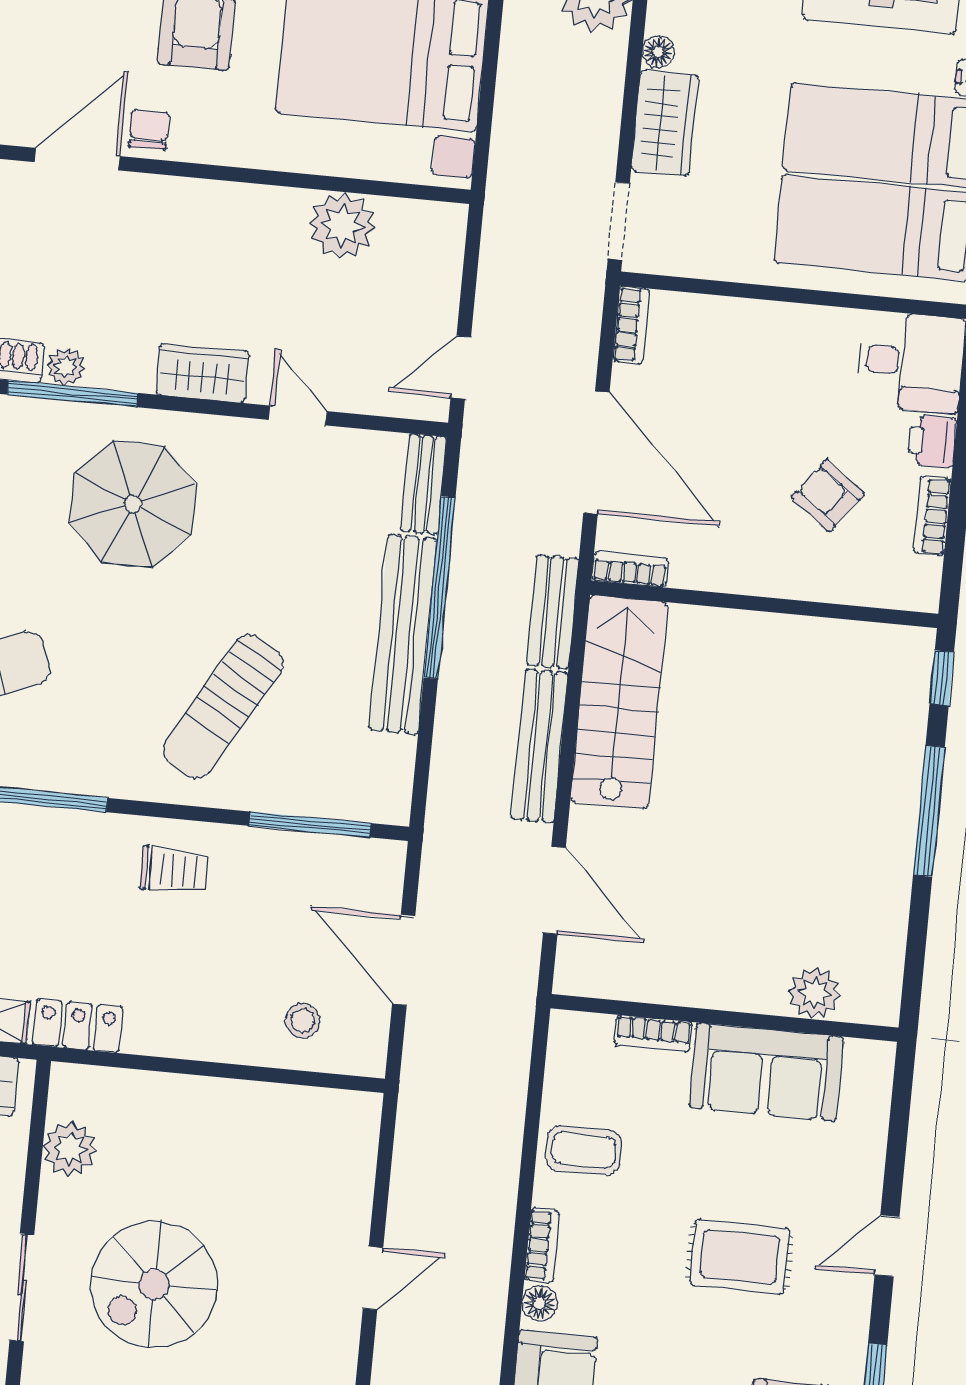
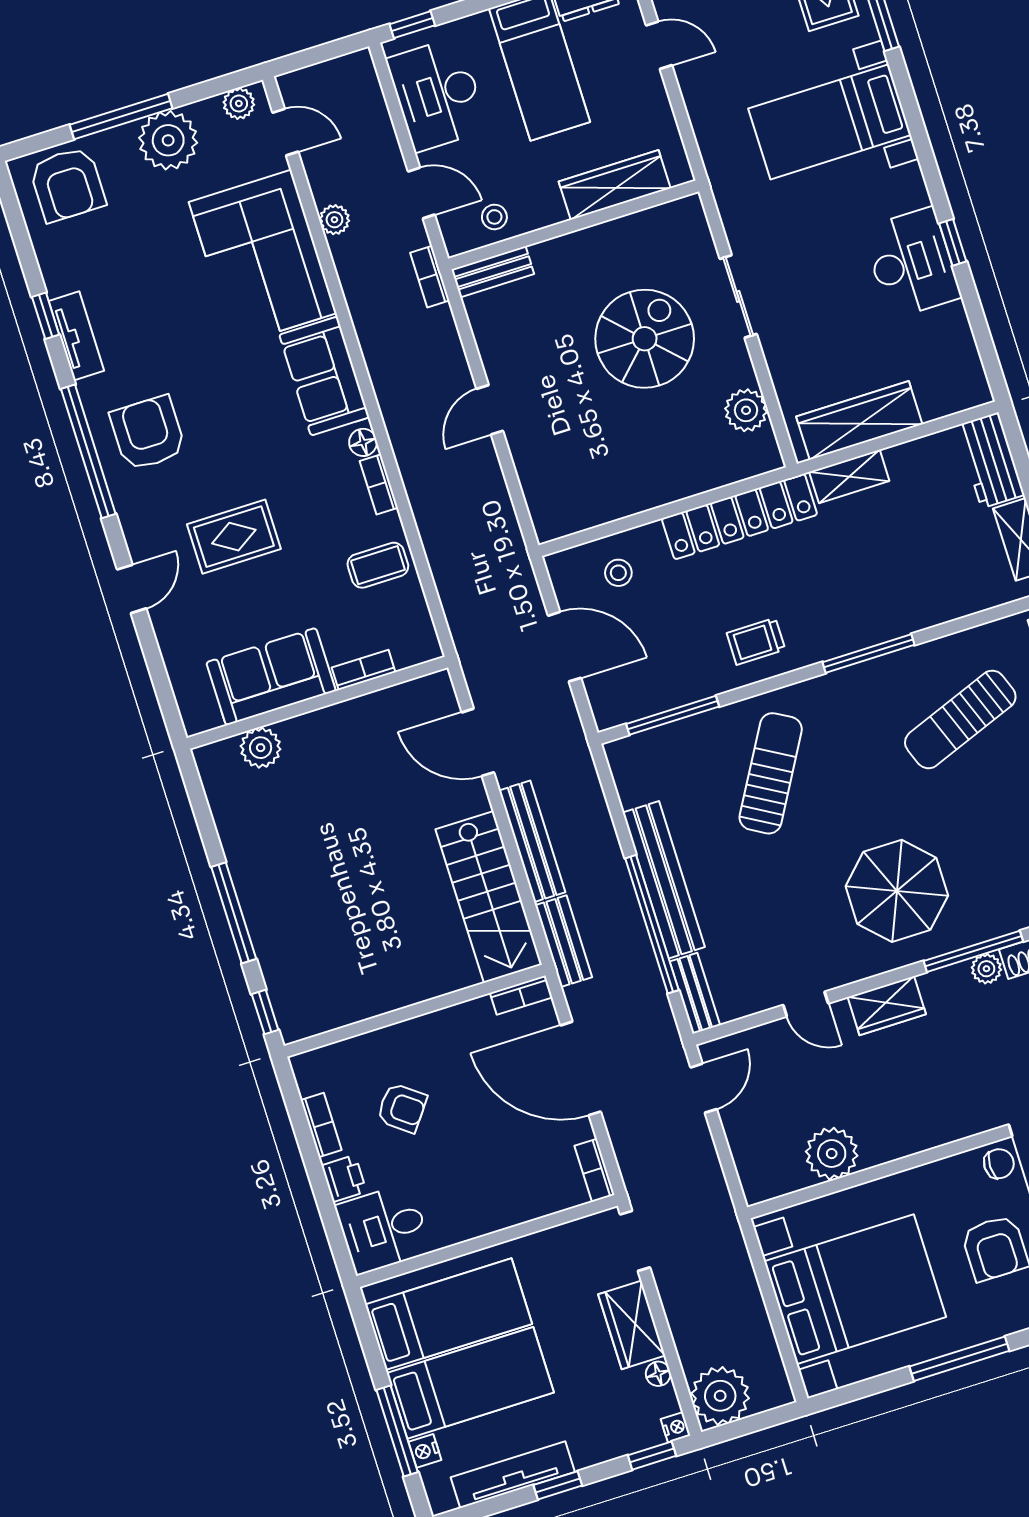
chair: (149, 129) -> (999, 1164), turned -90
locker: (78, 1026) -> (739, 517), width x2.16, depth x1.21

